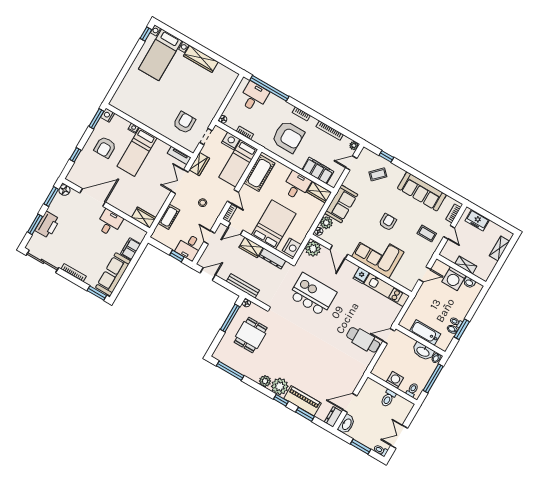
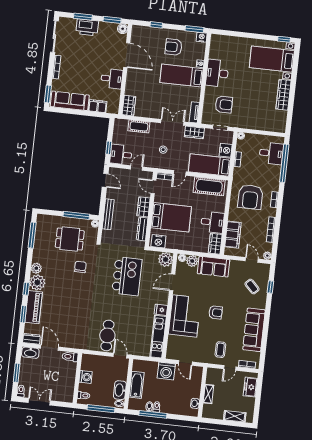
desk: (150, 115) -> (217, 73), added
washing machine: (454, 279) -> (166, 371), moved, turned -90
window: (462, 329) -> (153, 414), width x1.44
chair: (283, 337) -> (80, 267), added
toilet: (388, 398) -> (70, 357), moved

